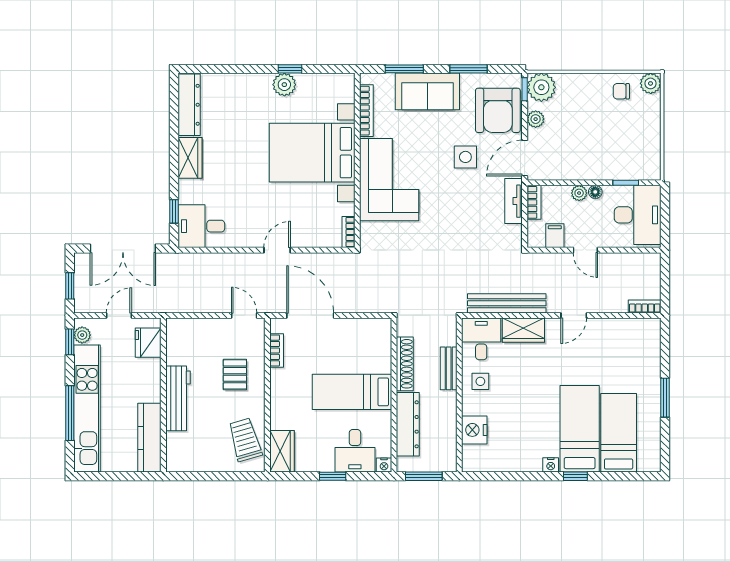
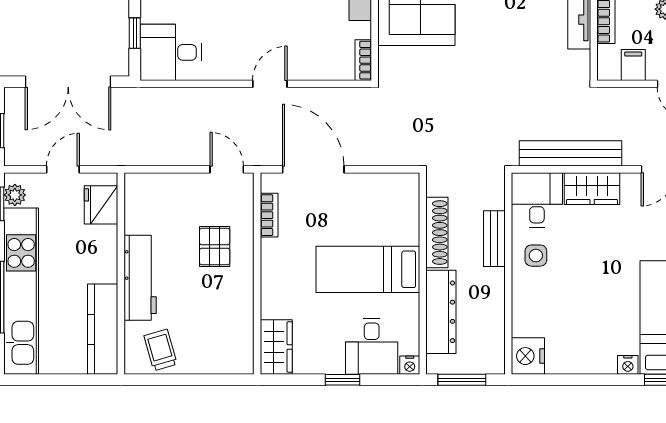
nightstand: (474, 430) -> (528, 356), moved
trolley: (245, 440) -> (161, 350), moved, width x0.73, depth x0.72

